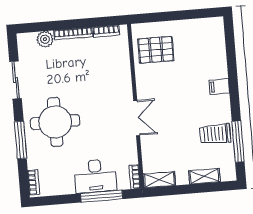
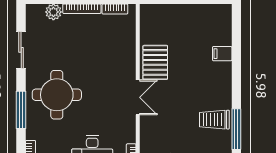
pallet: (156, 50) -> (155, 62), moved, turned 90
filing cabinet: (219, 87) -> (222, 54), moved

